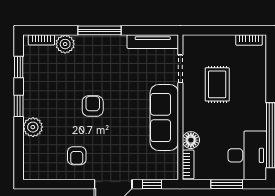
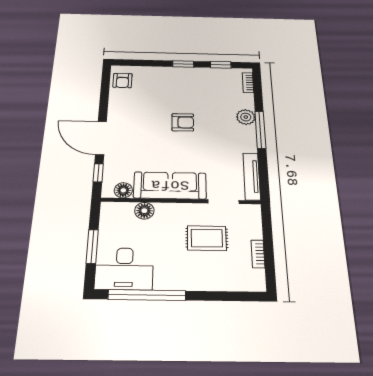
bookcase: (249, 40) -> (258, 254), moved
plant: (65, 44) -> (246, 117), moved
plant: (33, 127) -> (162, 74), removed
armchair: (77, 156) -> (123, 80), moved, turned -90
floor lamp: (170, 160) -> (123, 190), added
bookcase: (188, 164) -> (117, 207), removed

